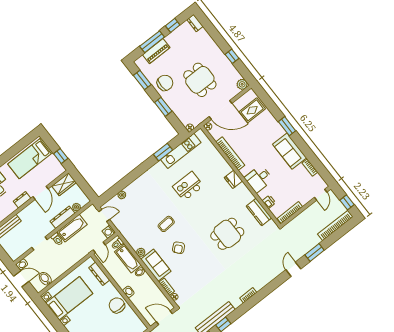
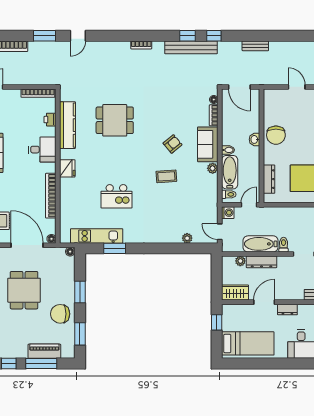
kitchen counter: (259, 212) -> (68, 125), width x1.50

